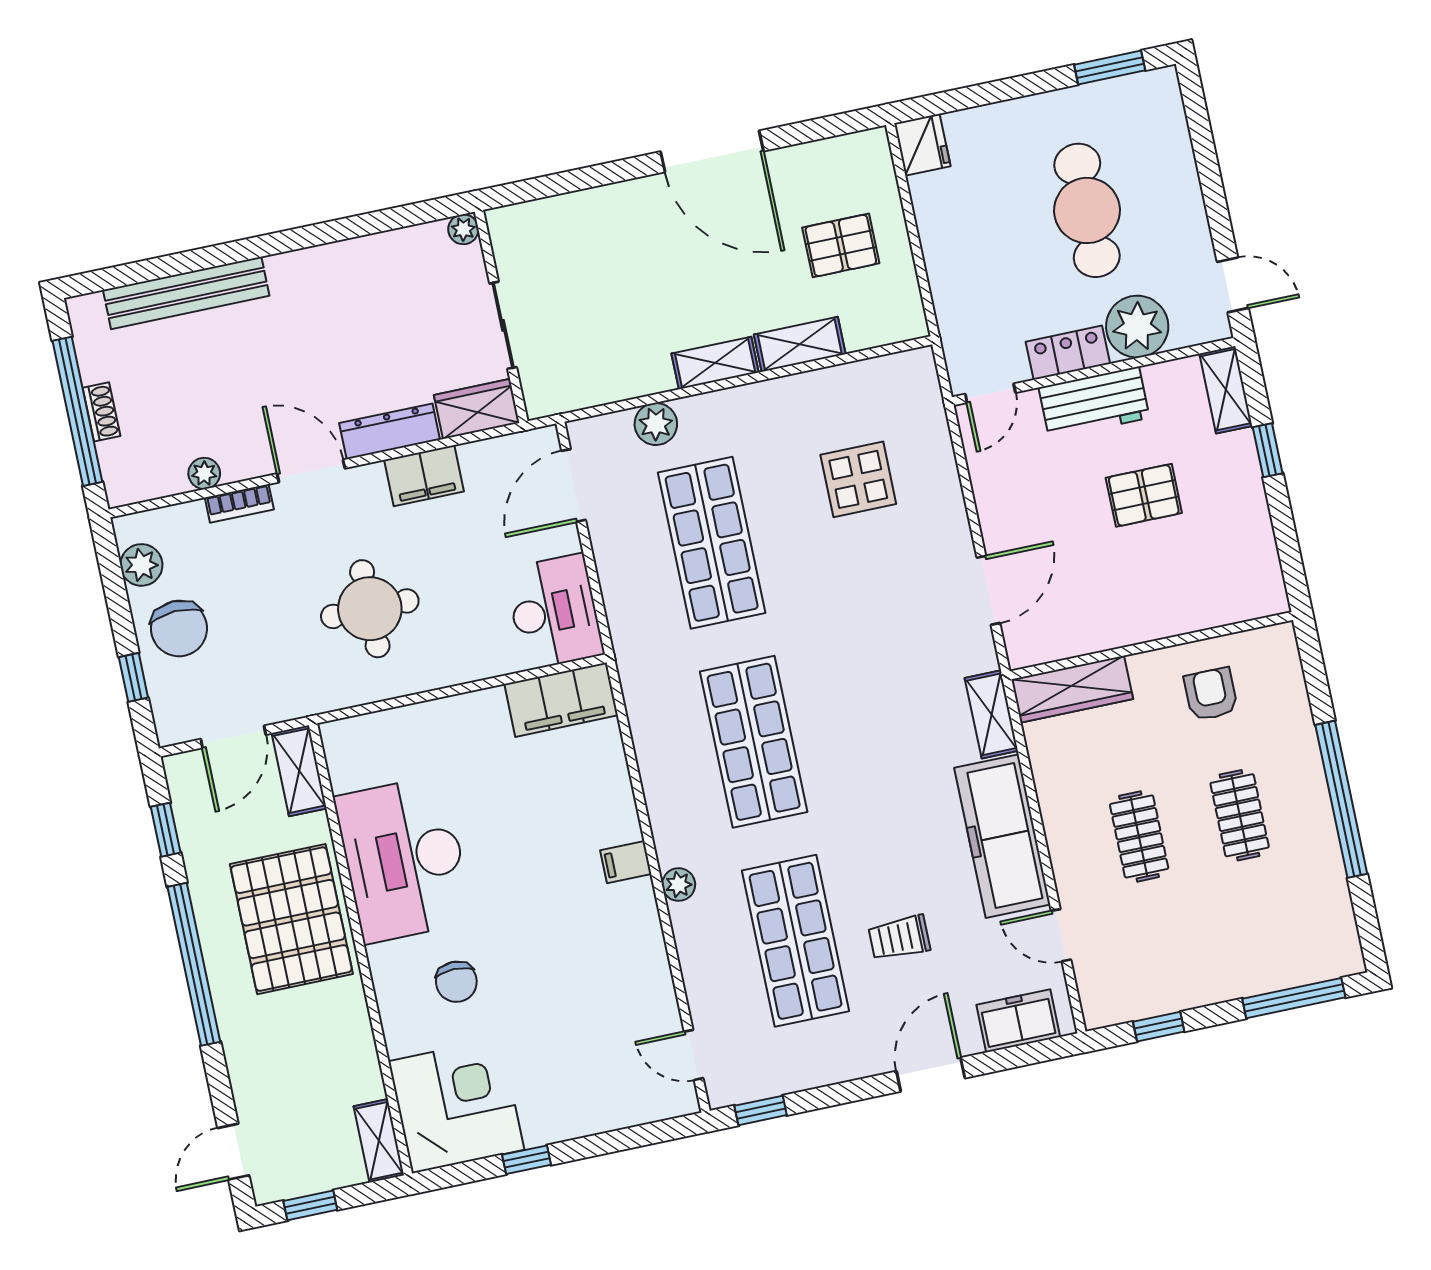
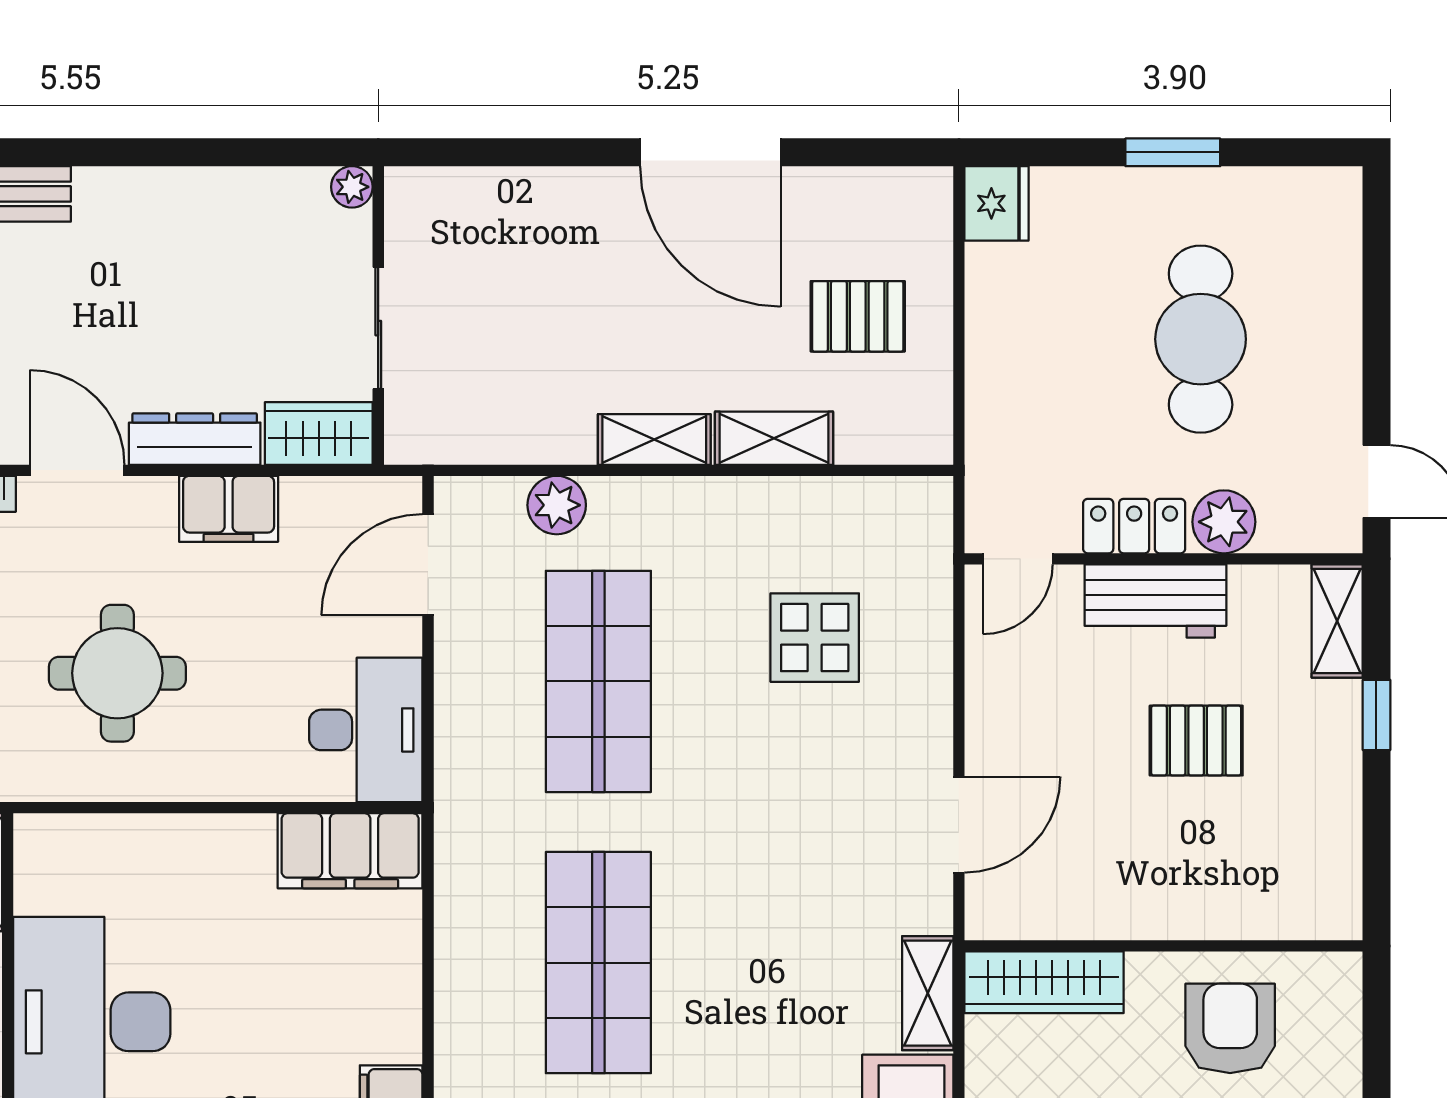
window: (1110, 68) -> (1173, 152), moved
plant: (1137, 327) -> (1224, 522), width x0.73, depth x0.73
armchair: (1211, 694) -> (1230, 1028), width x1.38, depth x1.38

